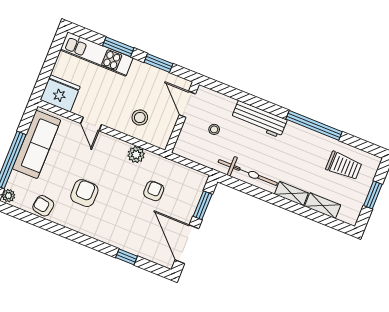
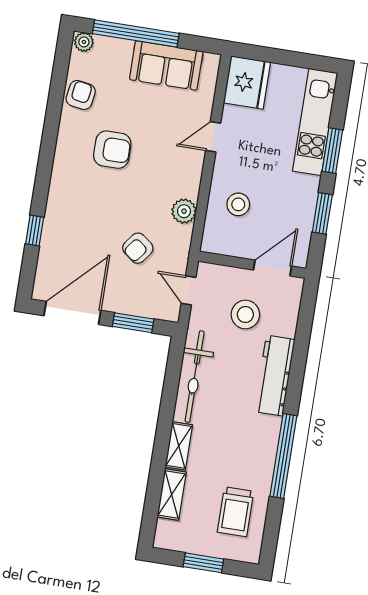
stool: (214, 129) -> (245, 315), width x1.89, depth x1.89
sofa: (37, 144) -> (166, 65), width x0.73
door: (189, 164) -> (189, 290), added
armchair: (154, 191) -> (138, 248), turned 127

